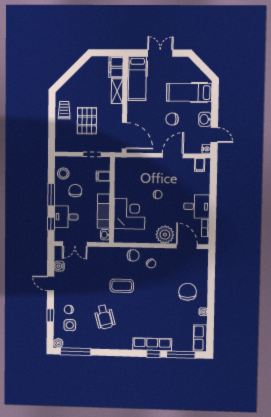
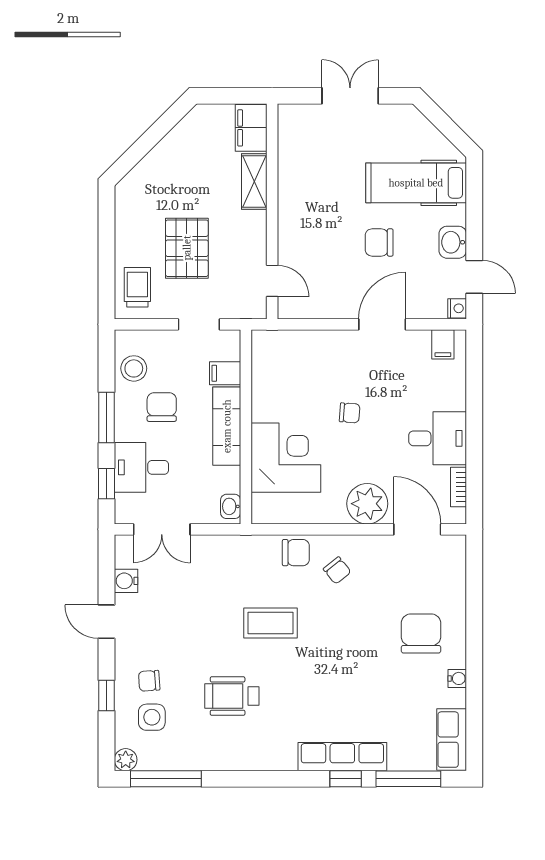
hospital bed: (137, 79) -> (300, 153), removed
trolley: (64, 110) -> (137, 287), moved
door: (124, 136) -> (272, 281), width x0.53
exam couch: (103, 211) -> (227, 426), moved
wheelchair: (104, 317) -> (232, 696), turned 105

